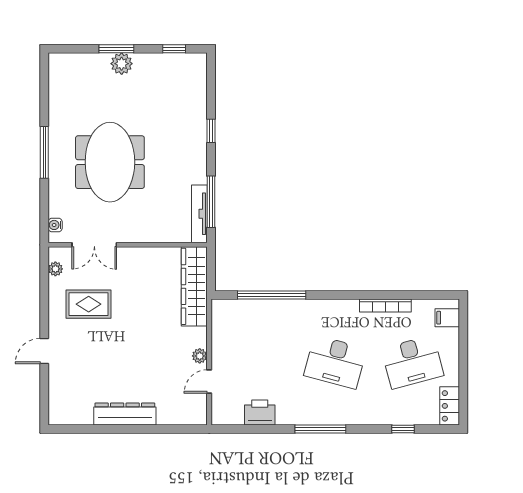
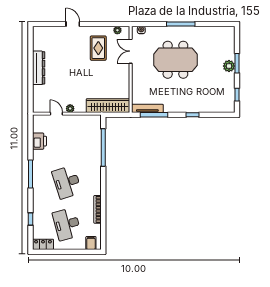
desk: (335, 362) -> (67, 182), turned -33

